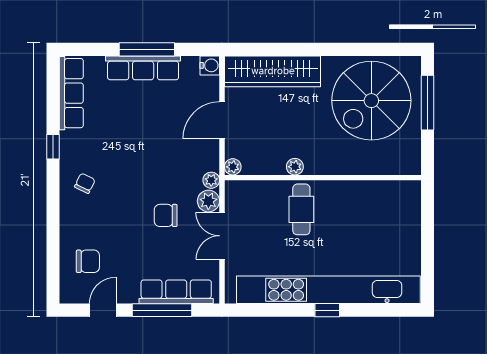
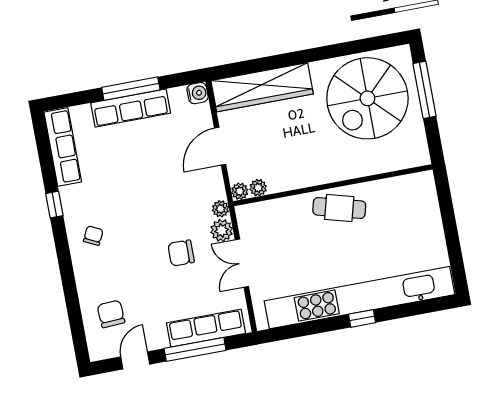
plant: (295, 167) -> (258, 188), moved
cafe table: (301, 209) -> (339, 208), moved, turned -75
chair: (88, 261) -> (111, 314), turned -93

